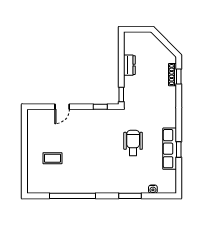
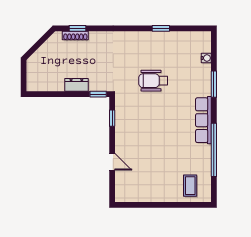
dresser: (129, 65) -> (76, 85), moved
row of seats: (170, 149) -> (203, 120), moved, turned 90
coffee table: (52, 158) -> (190, 186), moved

